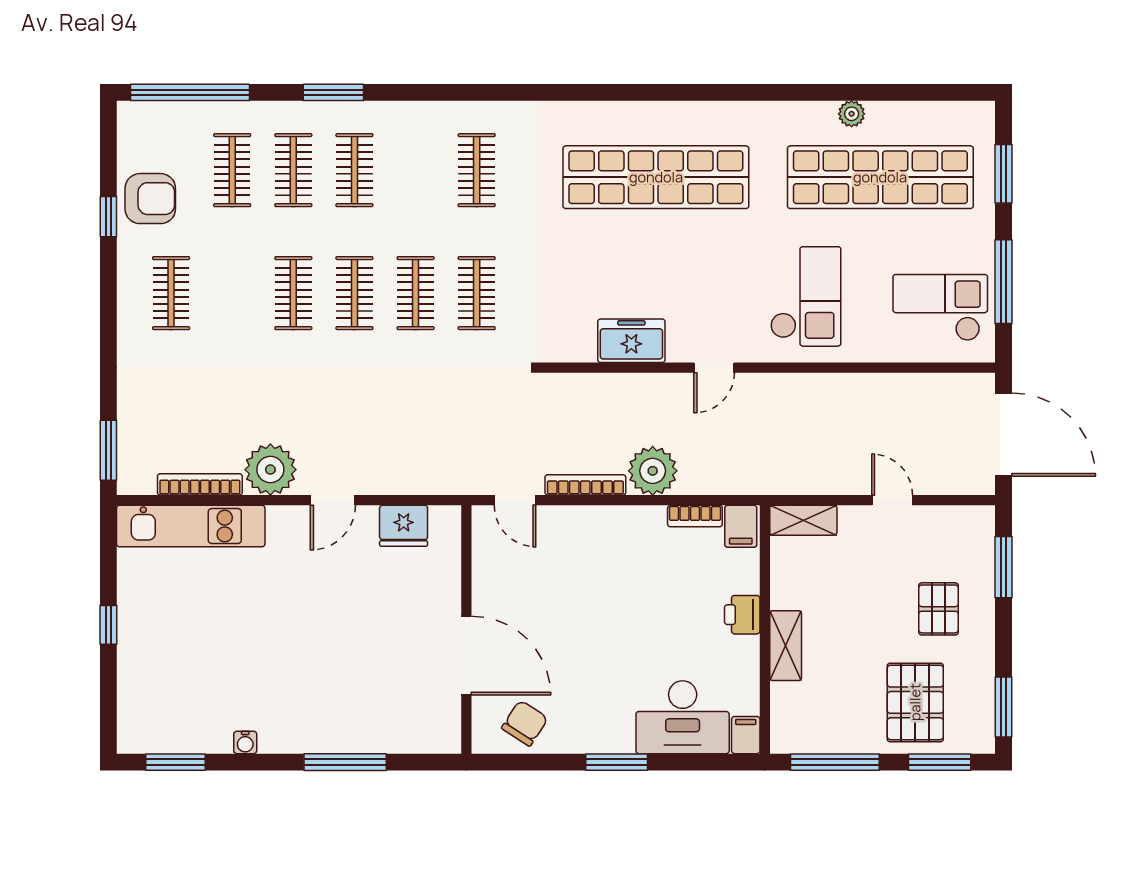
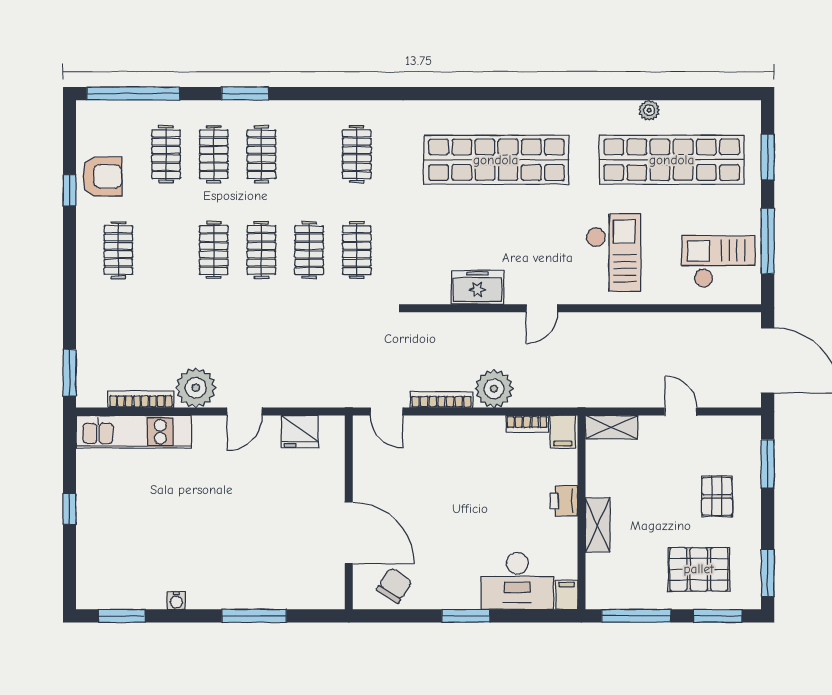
pallet: (915, 702) -> (699, 569), turned 90

